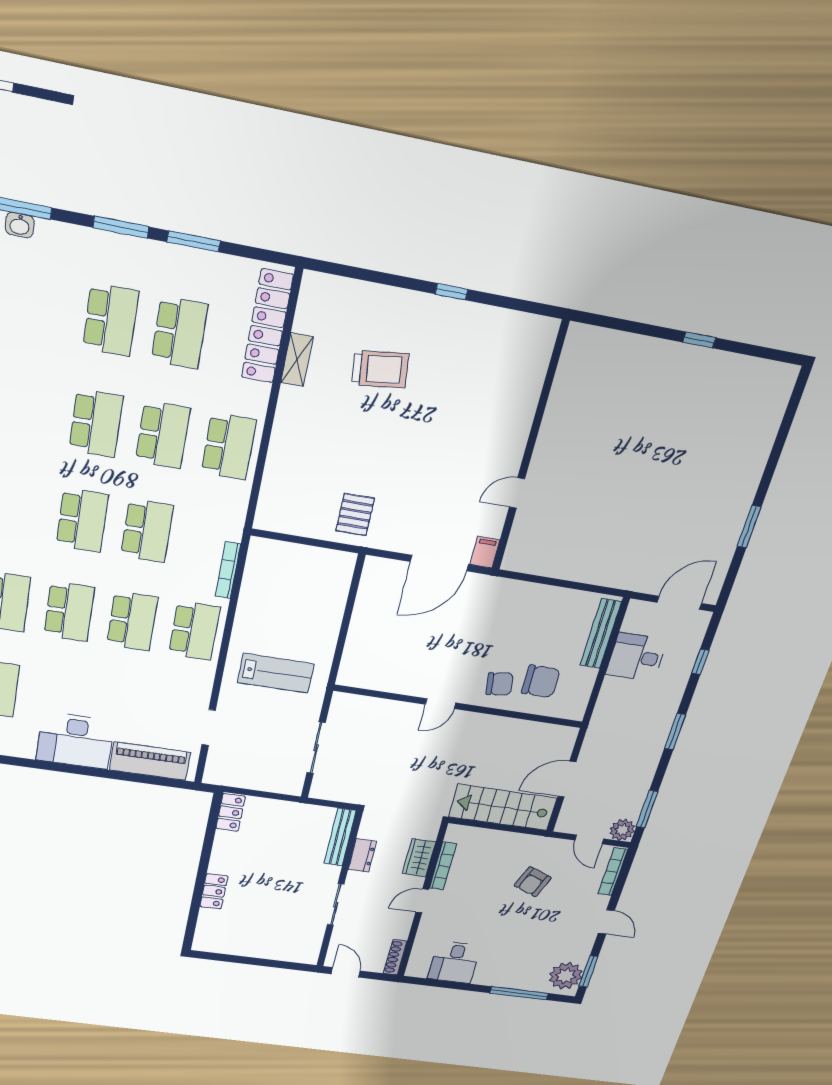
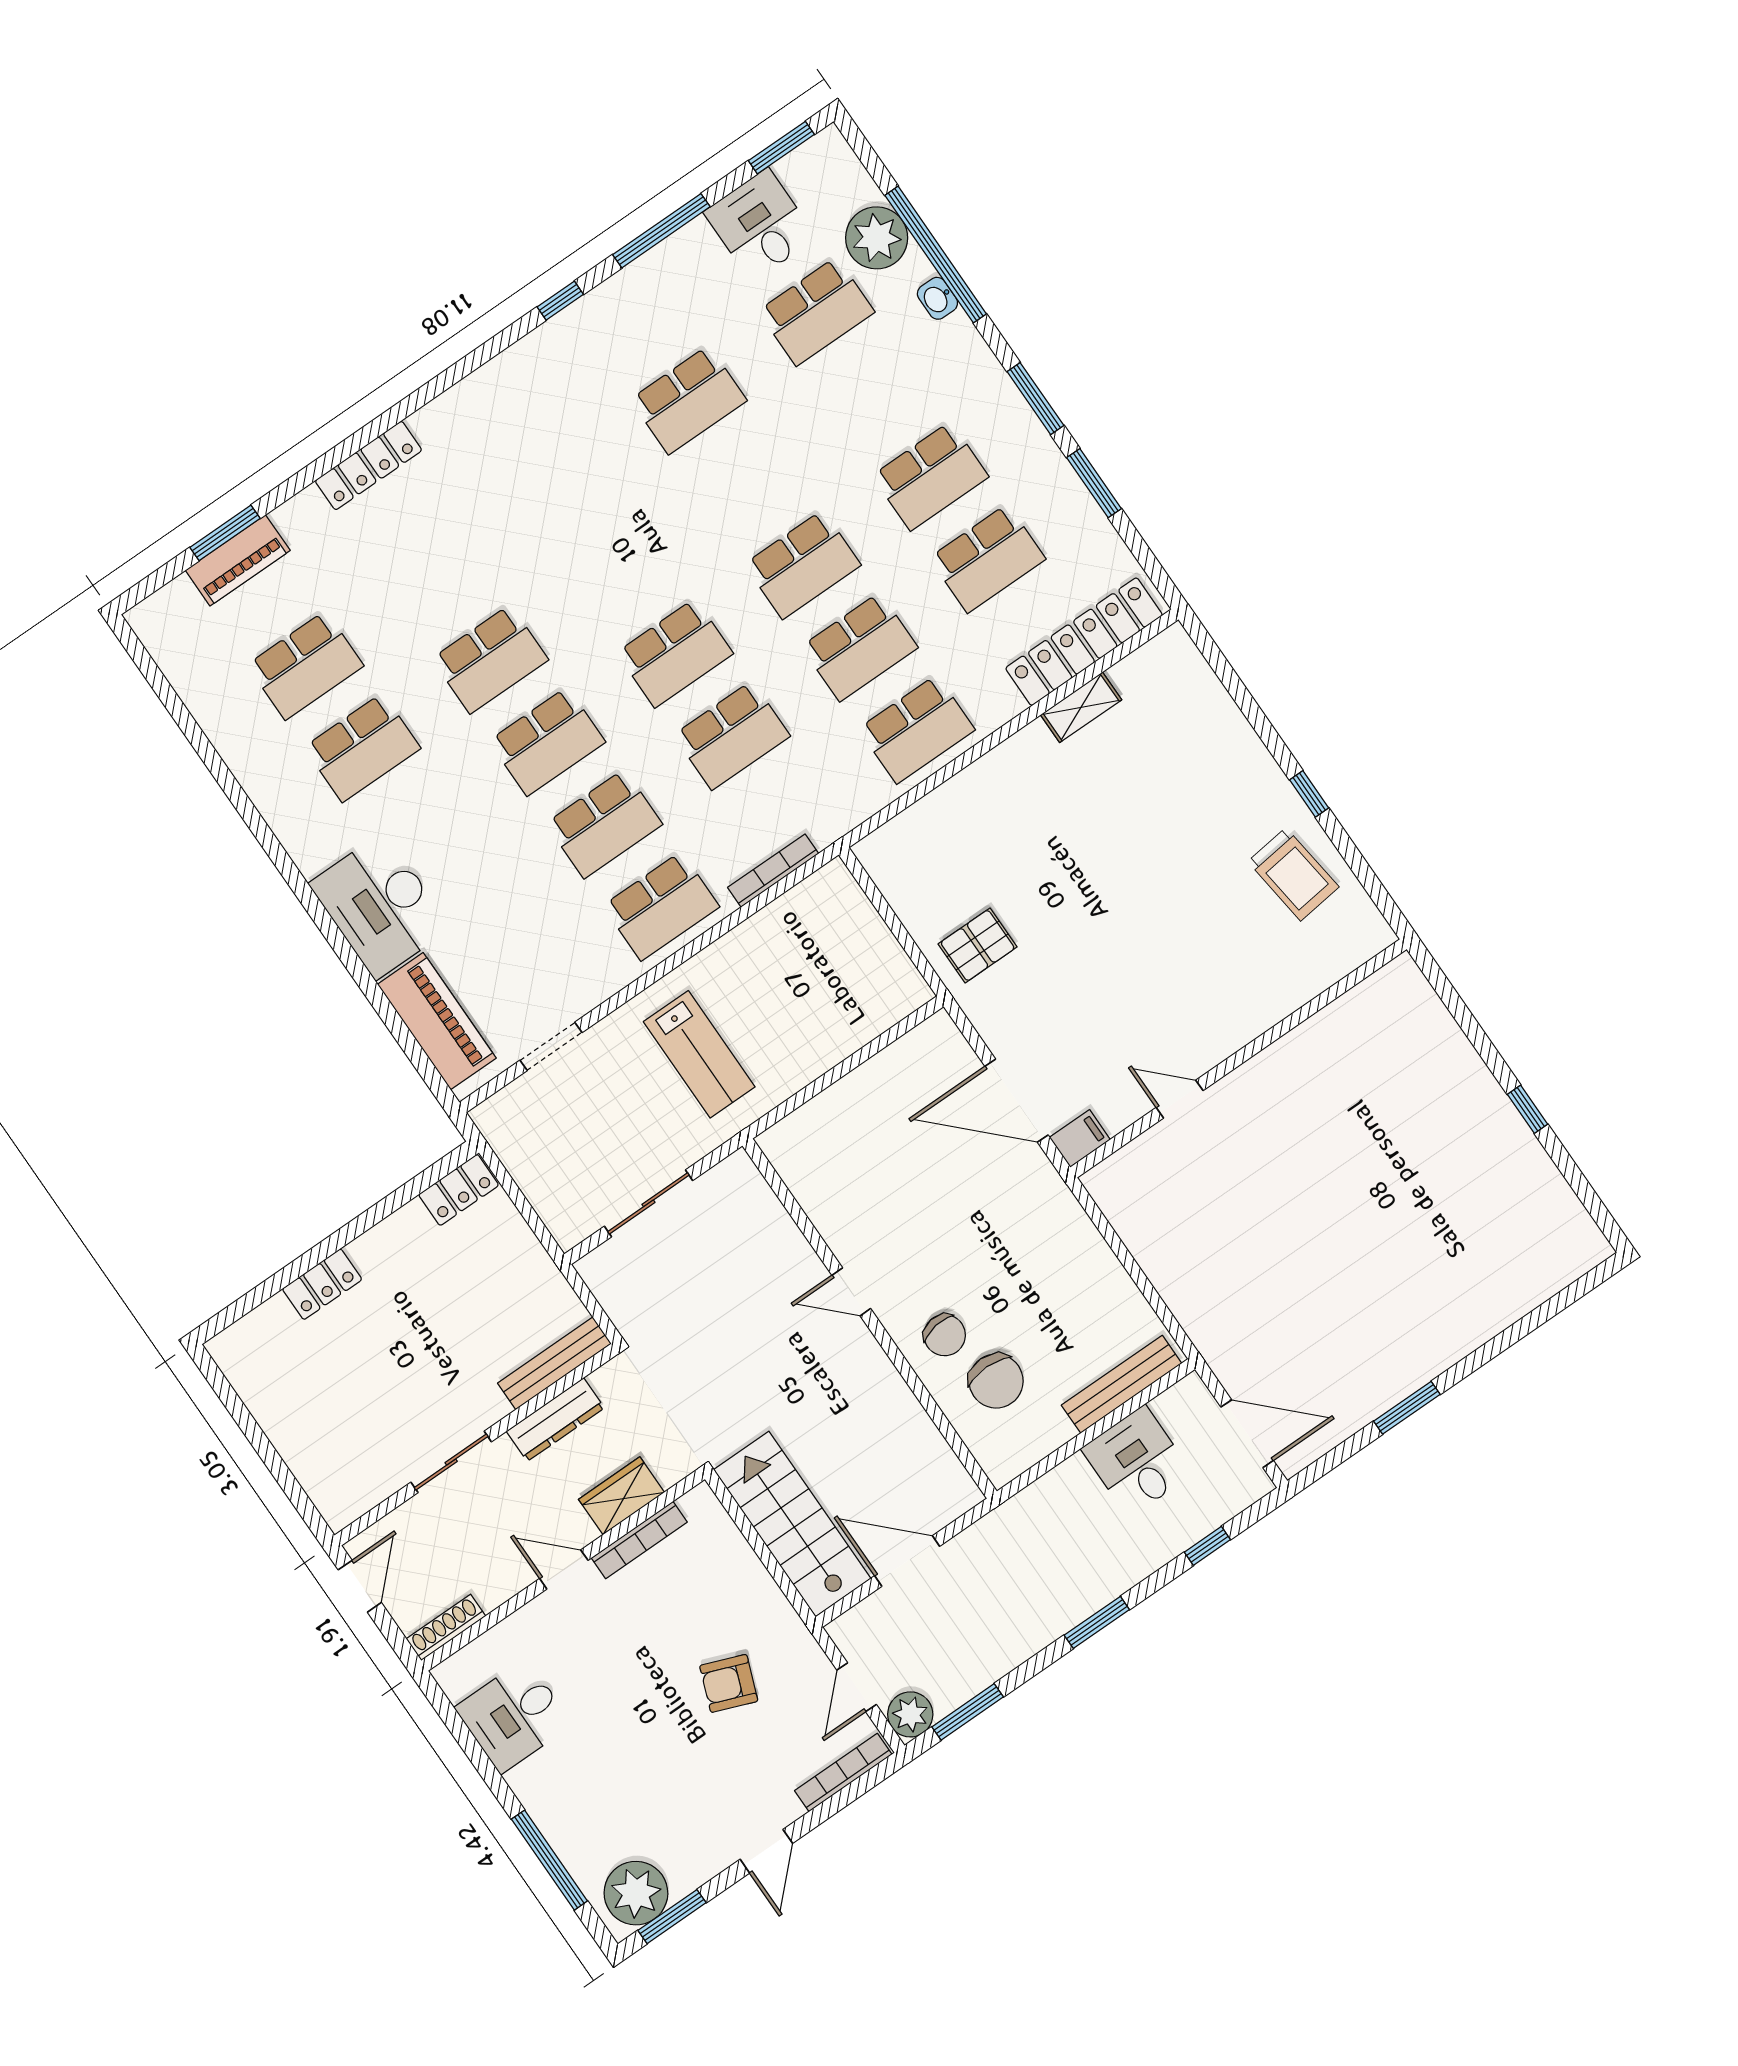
trolley: (380, 369) -> (1293, 874), moved
dresser: (362, 855) -> (555, 1420), width x1.44

